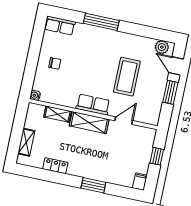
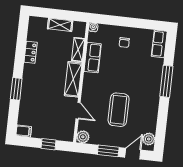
coffee table: (127, 77) -> (119, 110), turned 90
row of seats: (93, 105) -> (93, 58), moved
plant: (152, 118) -> (83, 137), added
shelving: (26, 142) -> (60, 25), moved

